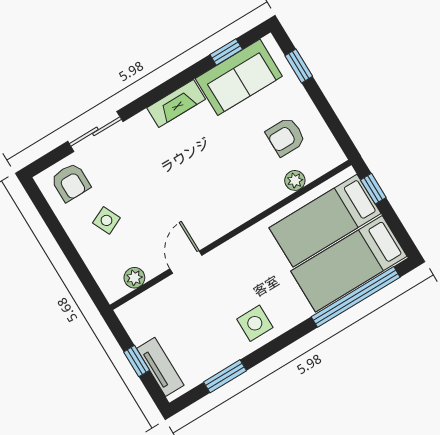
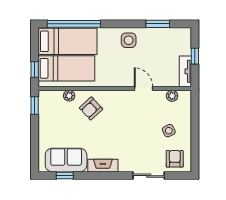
window: (299, 66) -> (35, 106), moved
armchair: (286, 137) -> (91, 108), moved, turned 137
door: (186, 262) -> (143, 88), swing flipped
tv unit: (160, 367) -> (185, 71), moved

